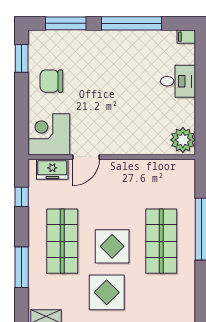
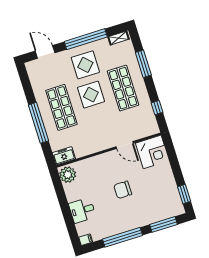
chair: (51, 81) -> (123, 190), moved, turned 180
door: (86, 157) -> (125, 145), swing flipped
freezer: (52, 169) -> (64, 156), moved

